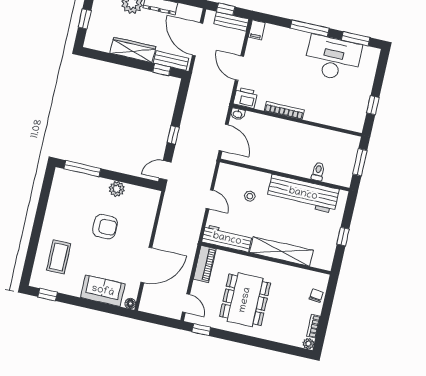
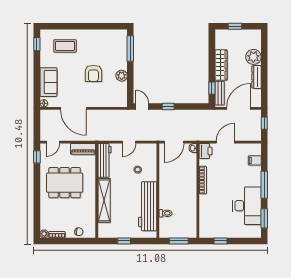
bench: (231, 21) -> (256, 129), removed
filing cabinet: (257, 30) -> (255, 160), moved

